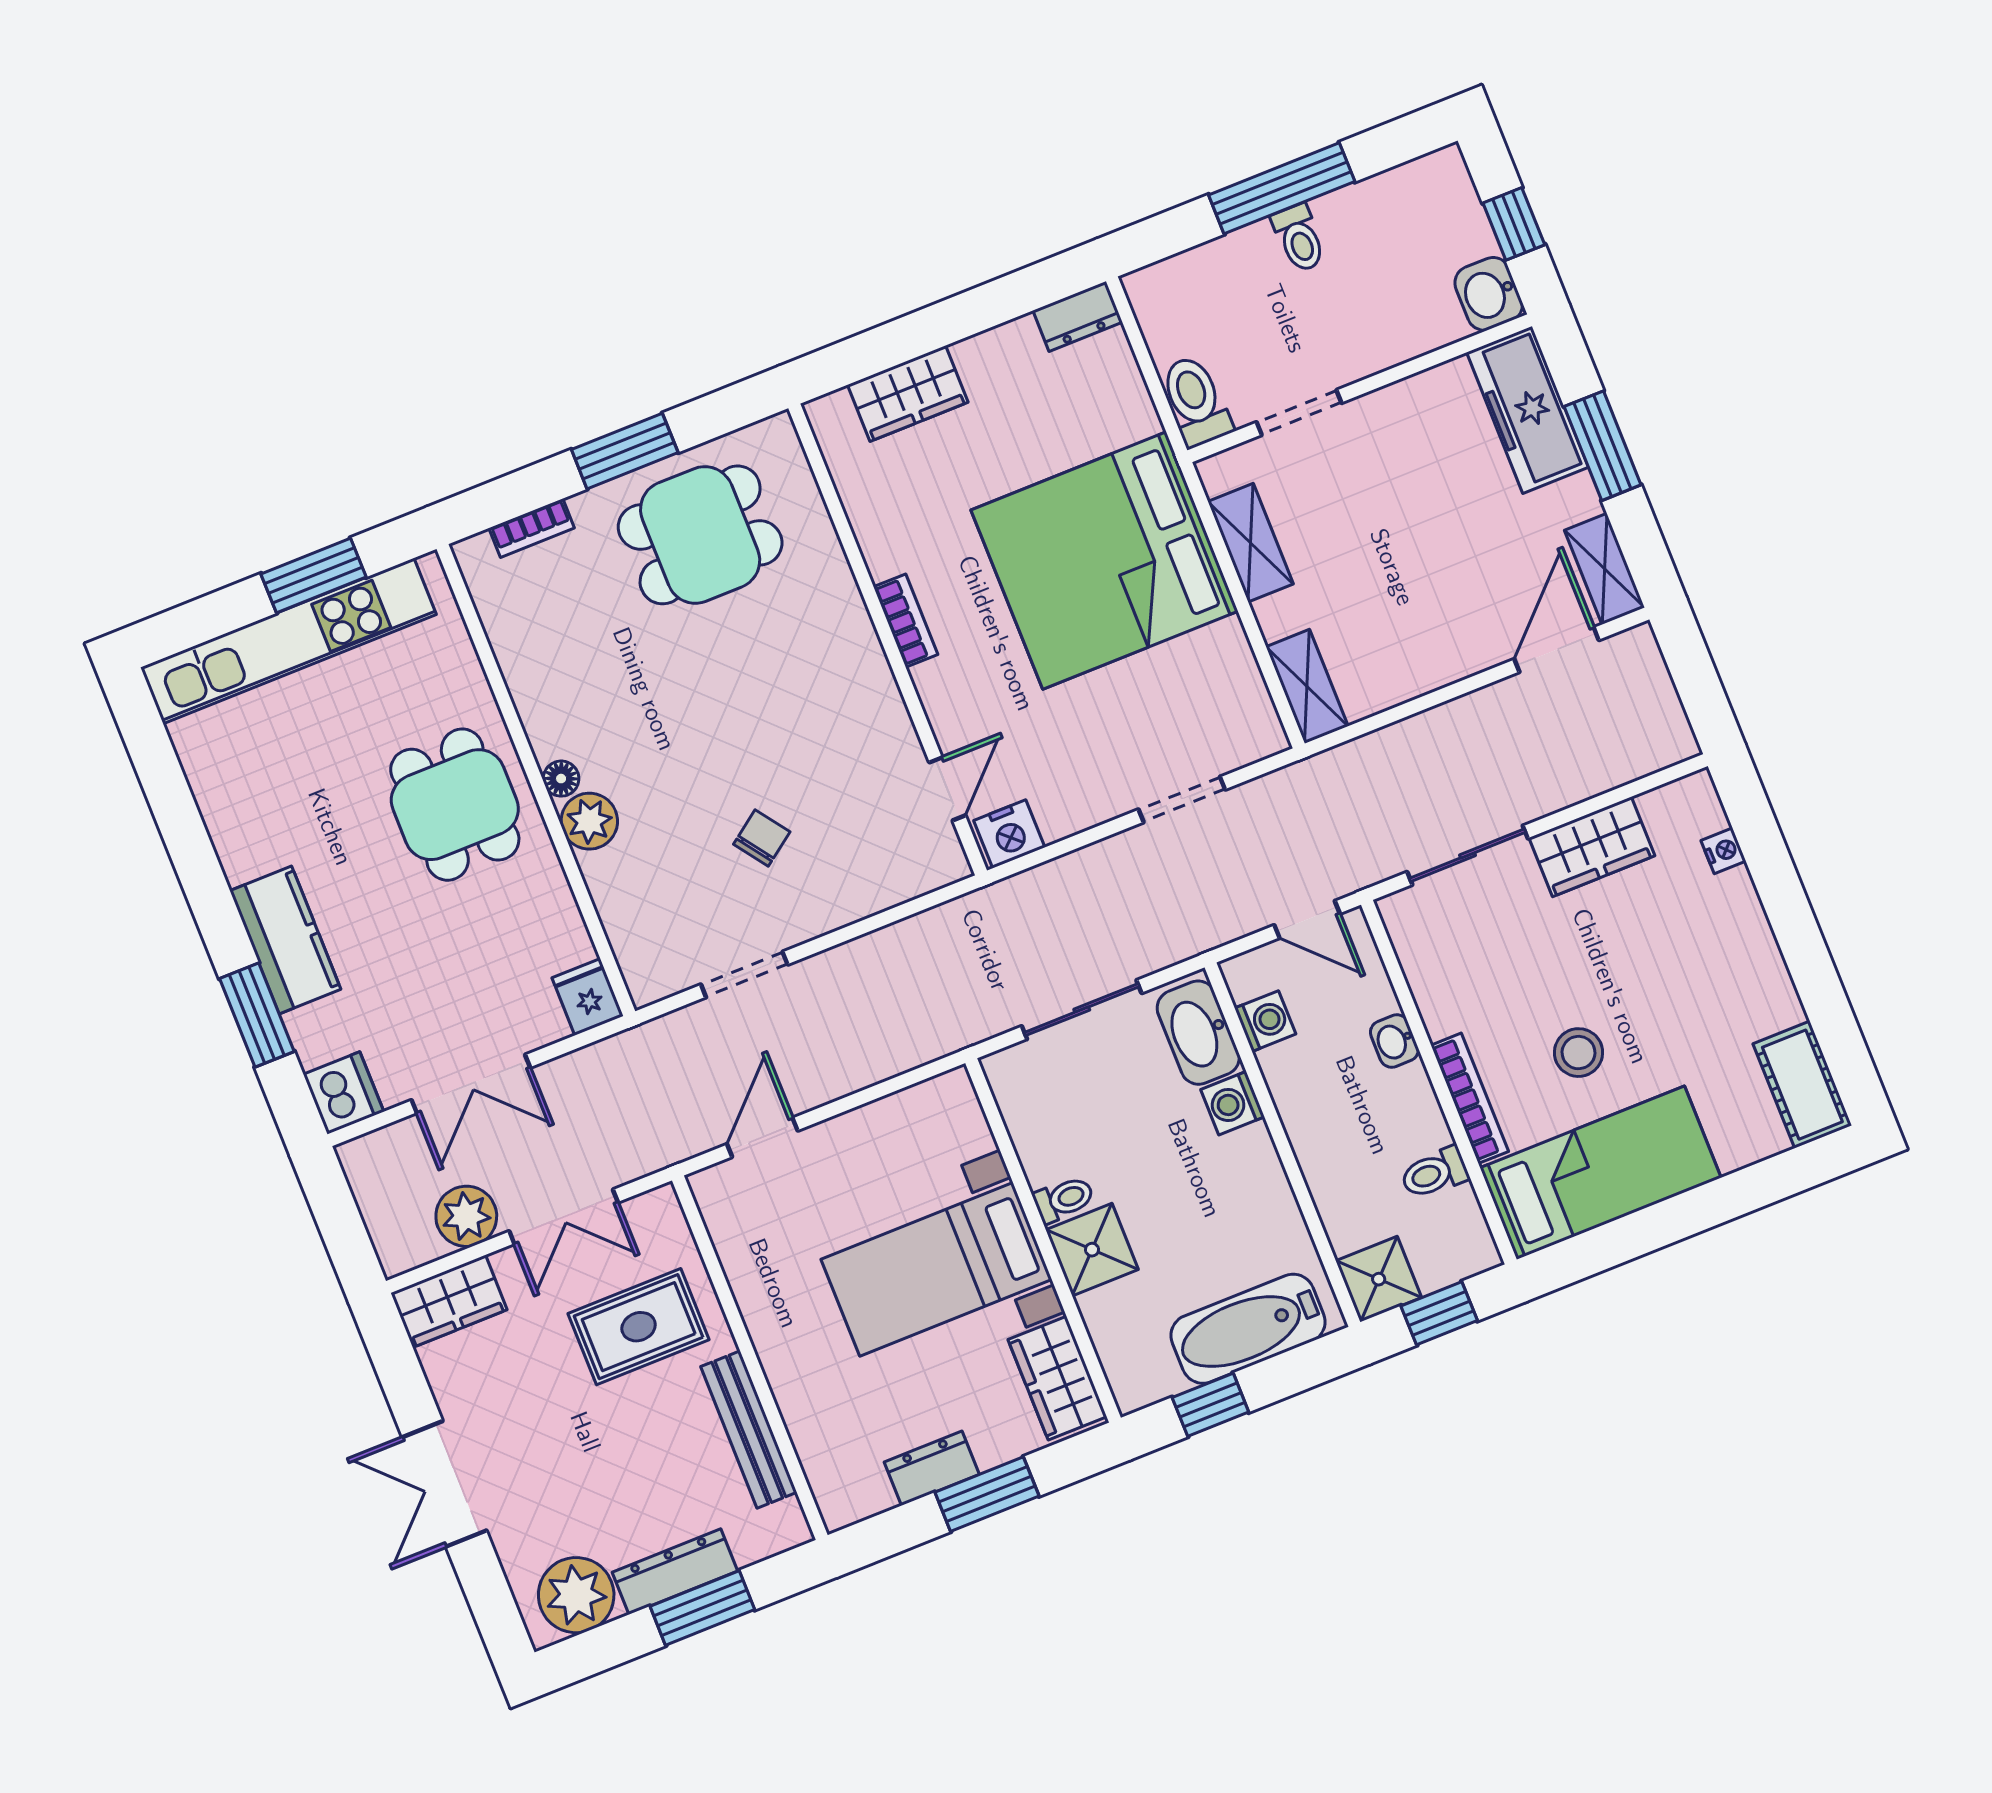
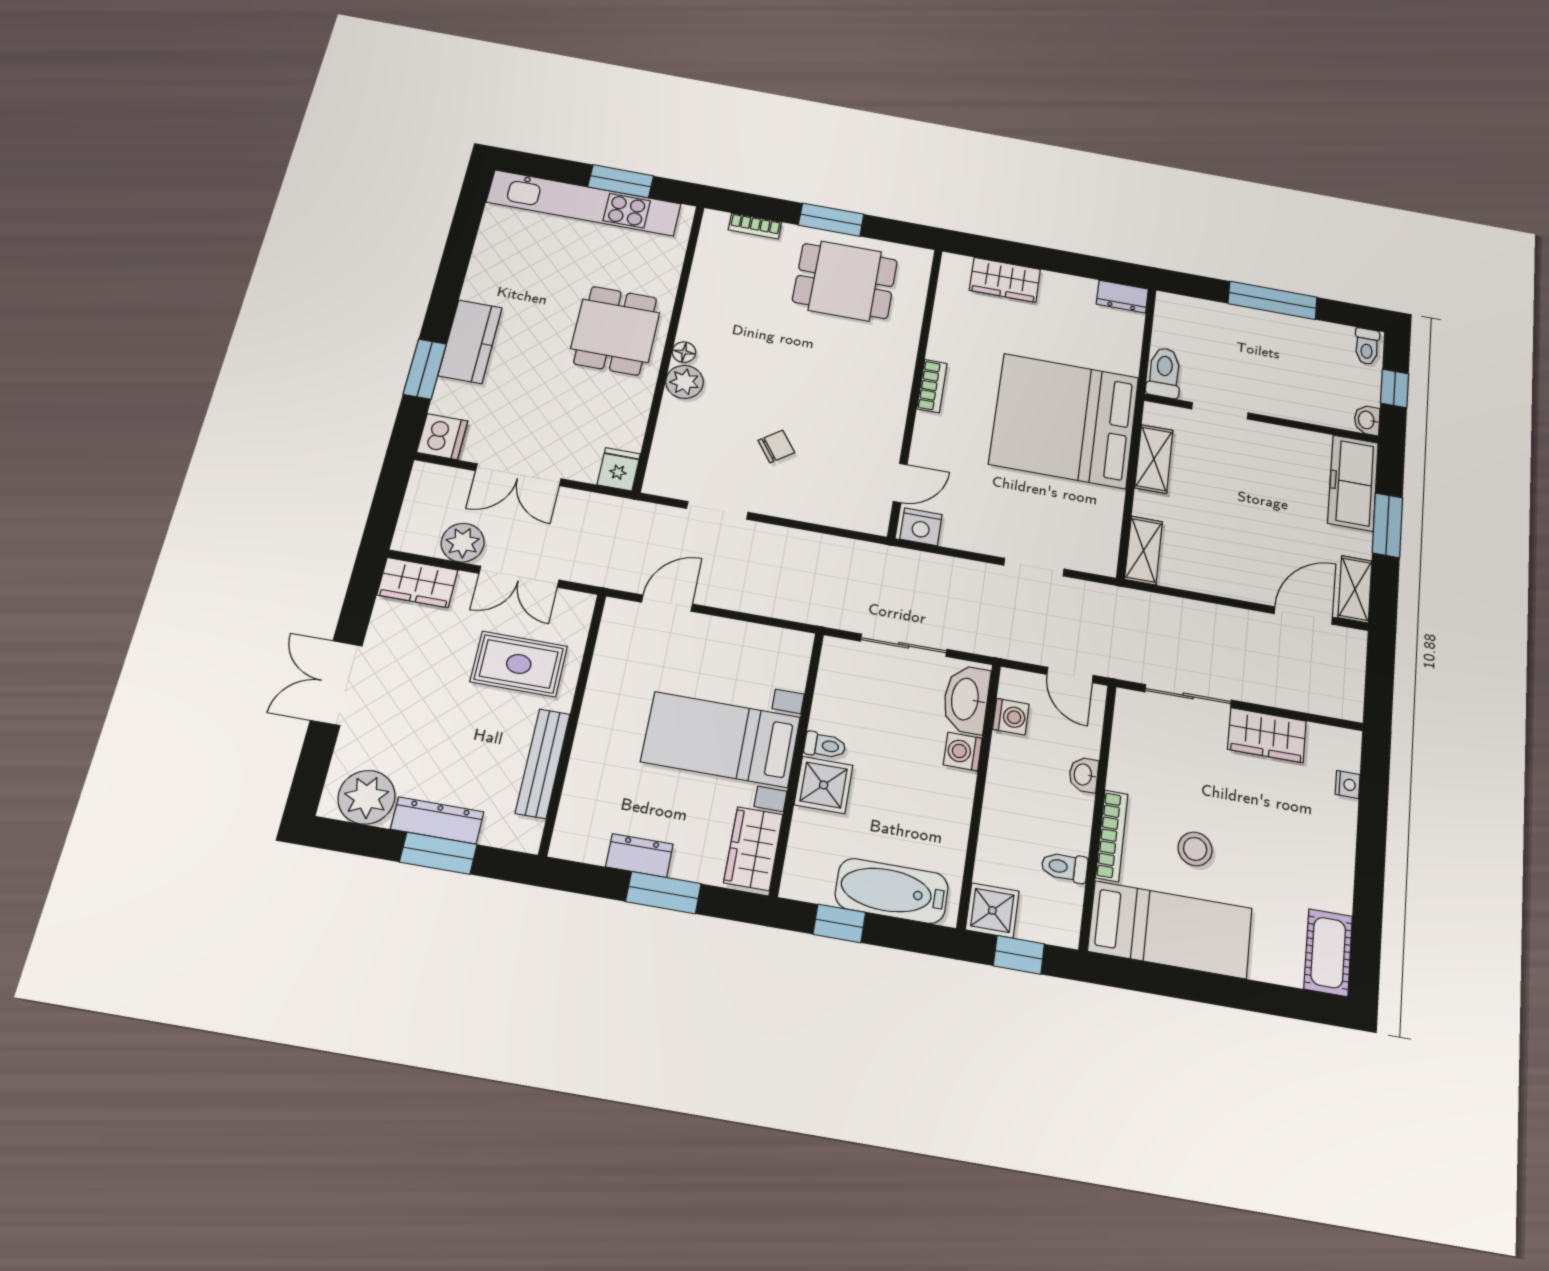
toilet: (1299, 238) -> (1367, 346), moved
washbasin: (1489, 294) -> (1367, 420), width x0.72, depth x0.69

